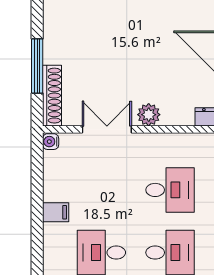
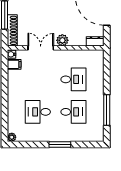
filing cabinet: (56, 212) -> (14, 64), moved

